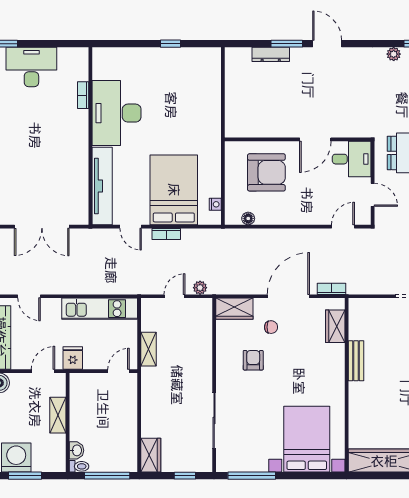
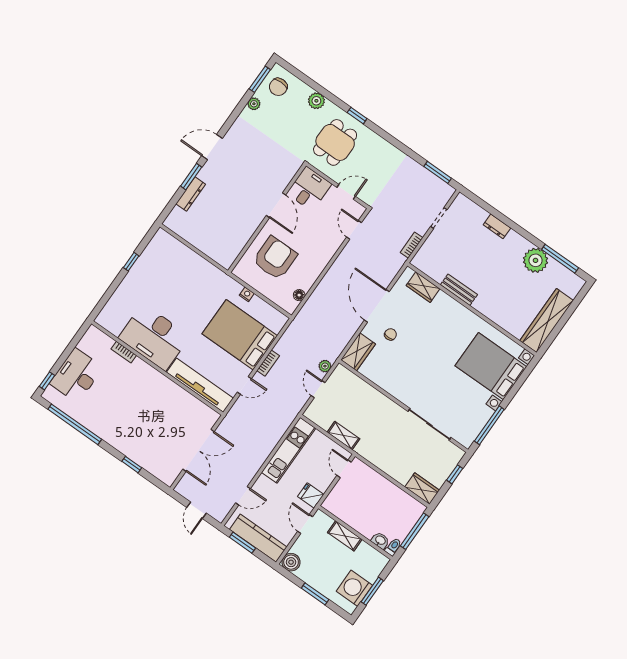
nightstand: (215, 204) -> (247, 294), moved
bookcase: (332, 289) -> (412, 245), moved
armchair: (253, 360) -> (405, 365), removed

